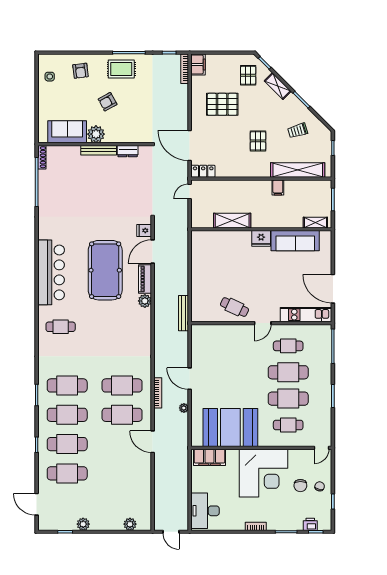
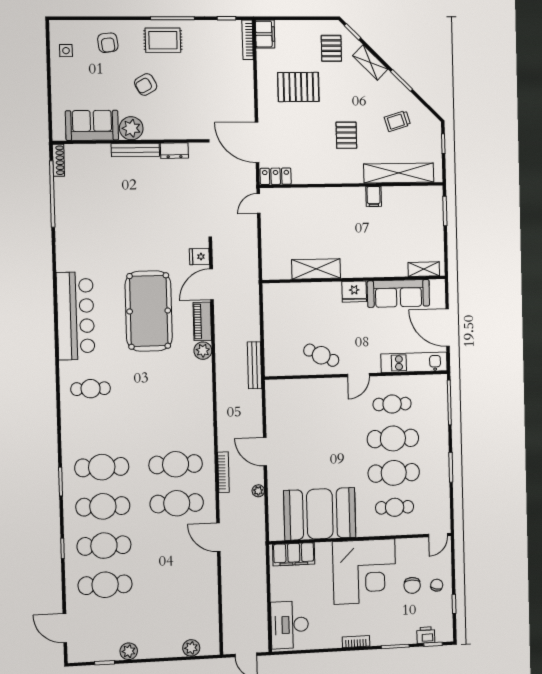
shelving: (232, 221) -> (316, 269), moved
shelving: (315, 223) -> (424, 269), moved
wall: (261, 229) -> (354, 279), moved
fridge: (261, 238) -> (354, 292), moved
sofa: (295, 241) -> (398, 293), moved

